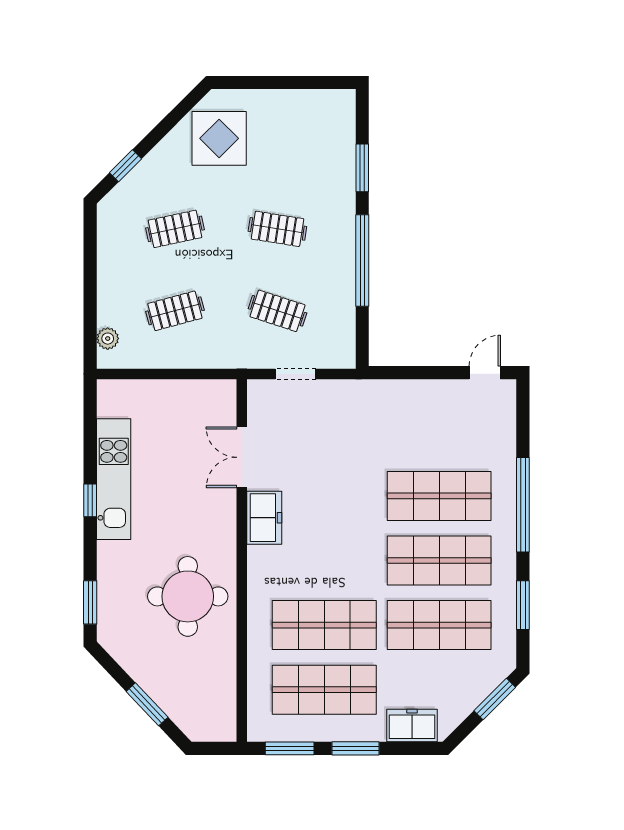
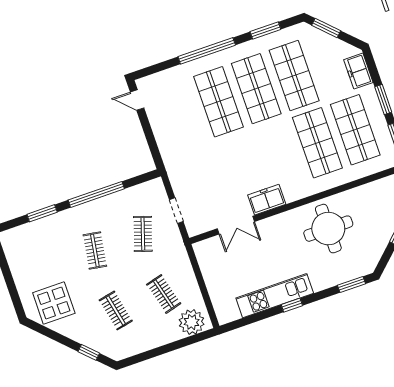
plant: (108, 339) -> (192, 322), width x1.88, depth x1.88

